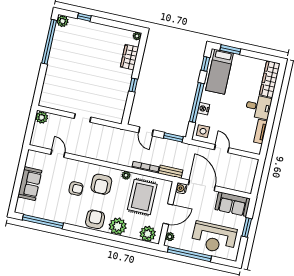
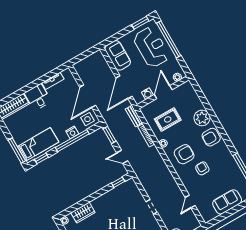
window: (230, 50) -> (17, 151), width x1.44
window: (133, 85) -> (118, 182), moved
door: (146, 131) -> (122, 157), swing flipped
door: (222, 149) -> (88, 96), width x1.87
water cooler: (181, 188) -> (147, 94), moved
rug: (142, 197) -> (168, 119), width x0.73, depth x0.70
door: (168, 214) -> (163, 92), hinge flipped
window: (247, 227) -> (140, 23), moved
plant: (148, 234) -> (189, 94), removed
window: (189, 254) -> (169, 39), moved

